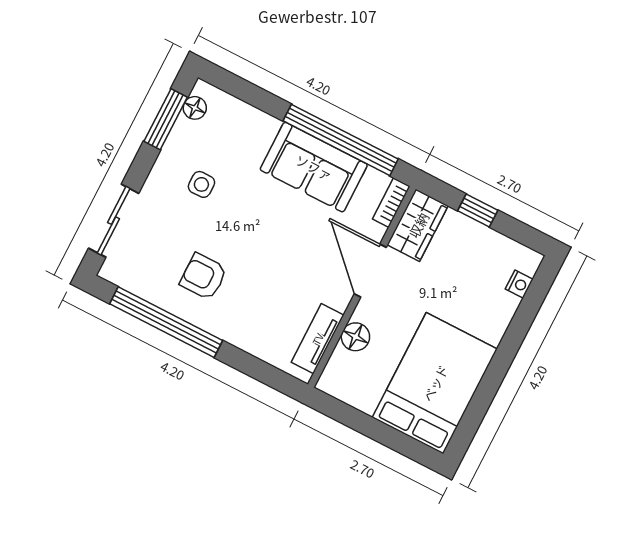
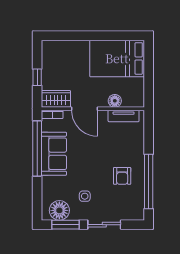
floor lamp: (195, 108) -> (59, 210), width x1.89, depth x1.89
sliding door: (114, 221) -> (104, 225), moved
door: (370, 271) -> (84, 109), hinge flipped
nightstand: (519, 284) -> (59, 45), removed

